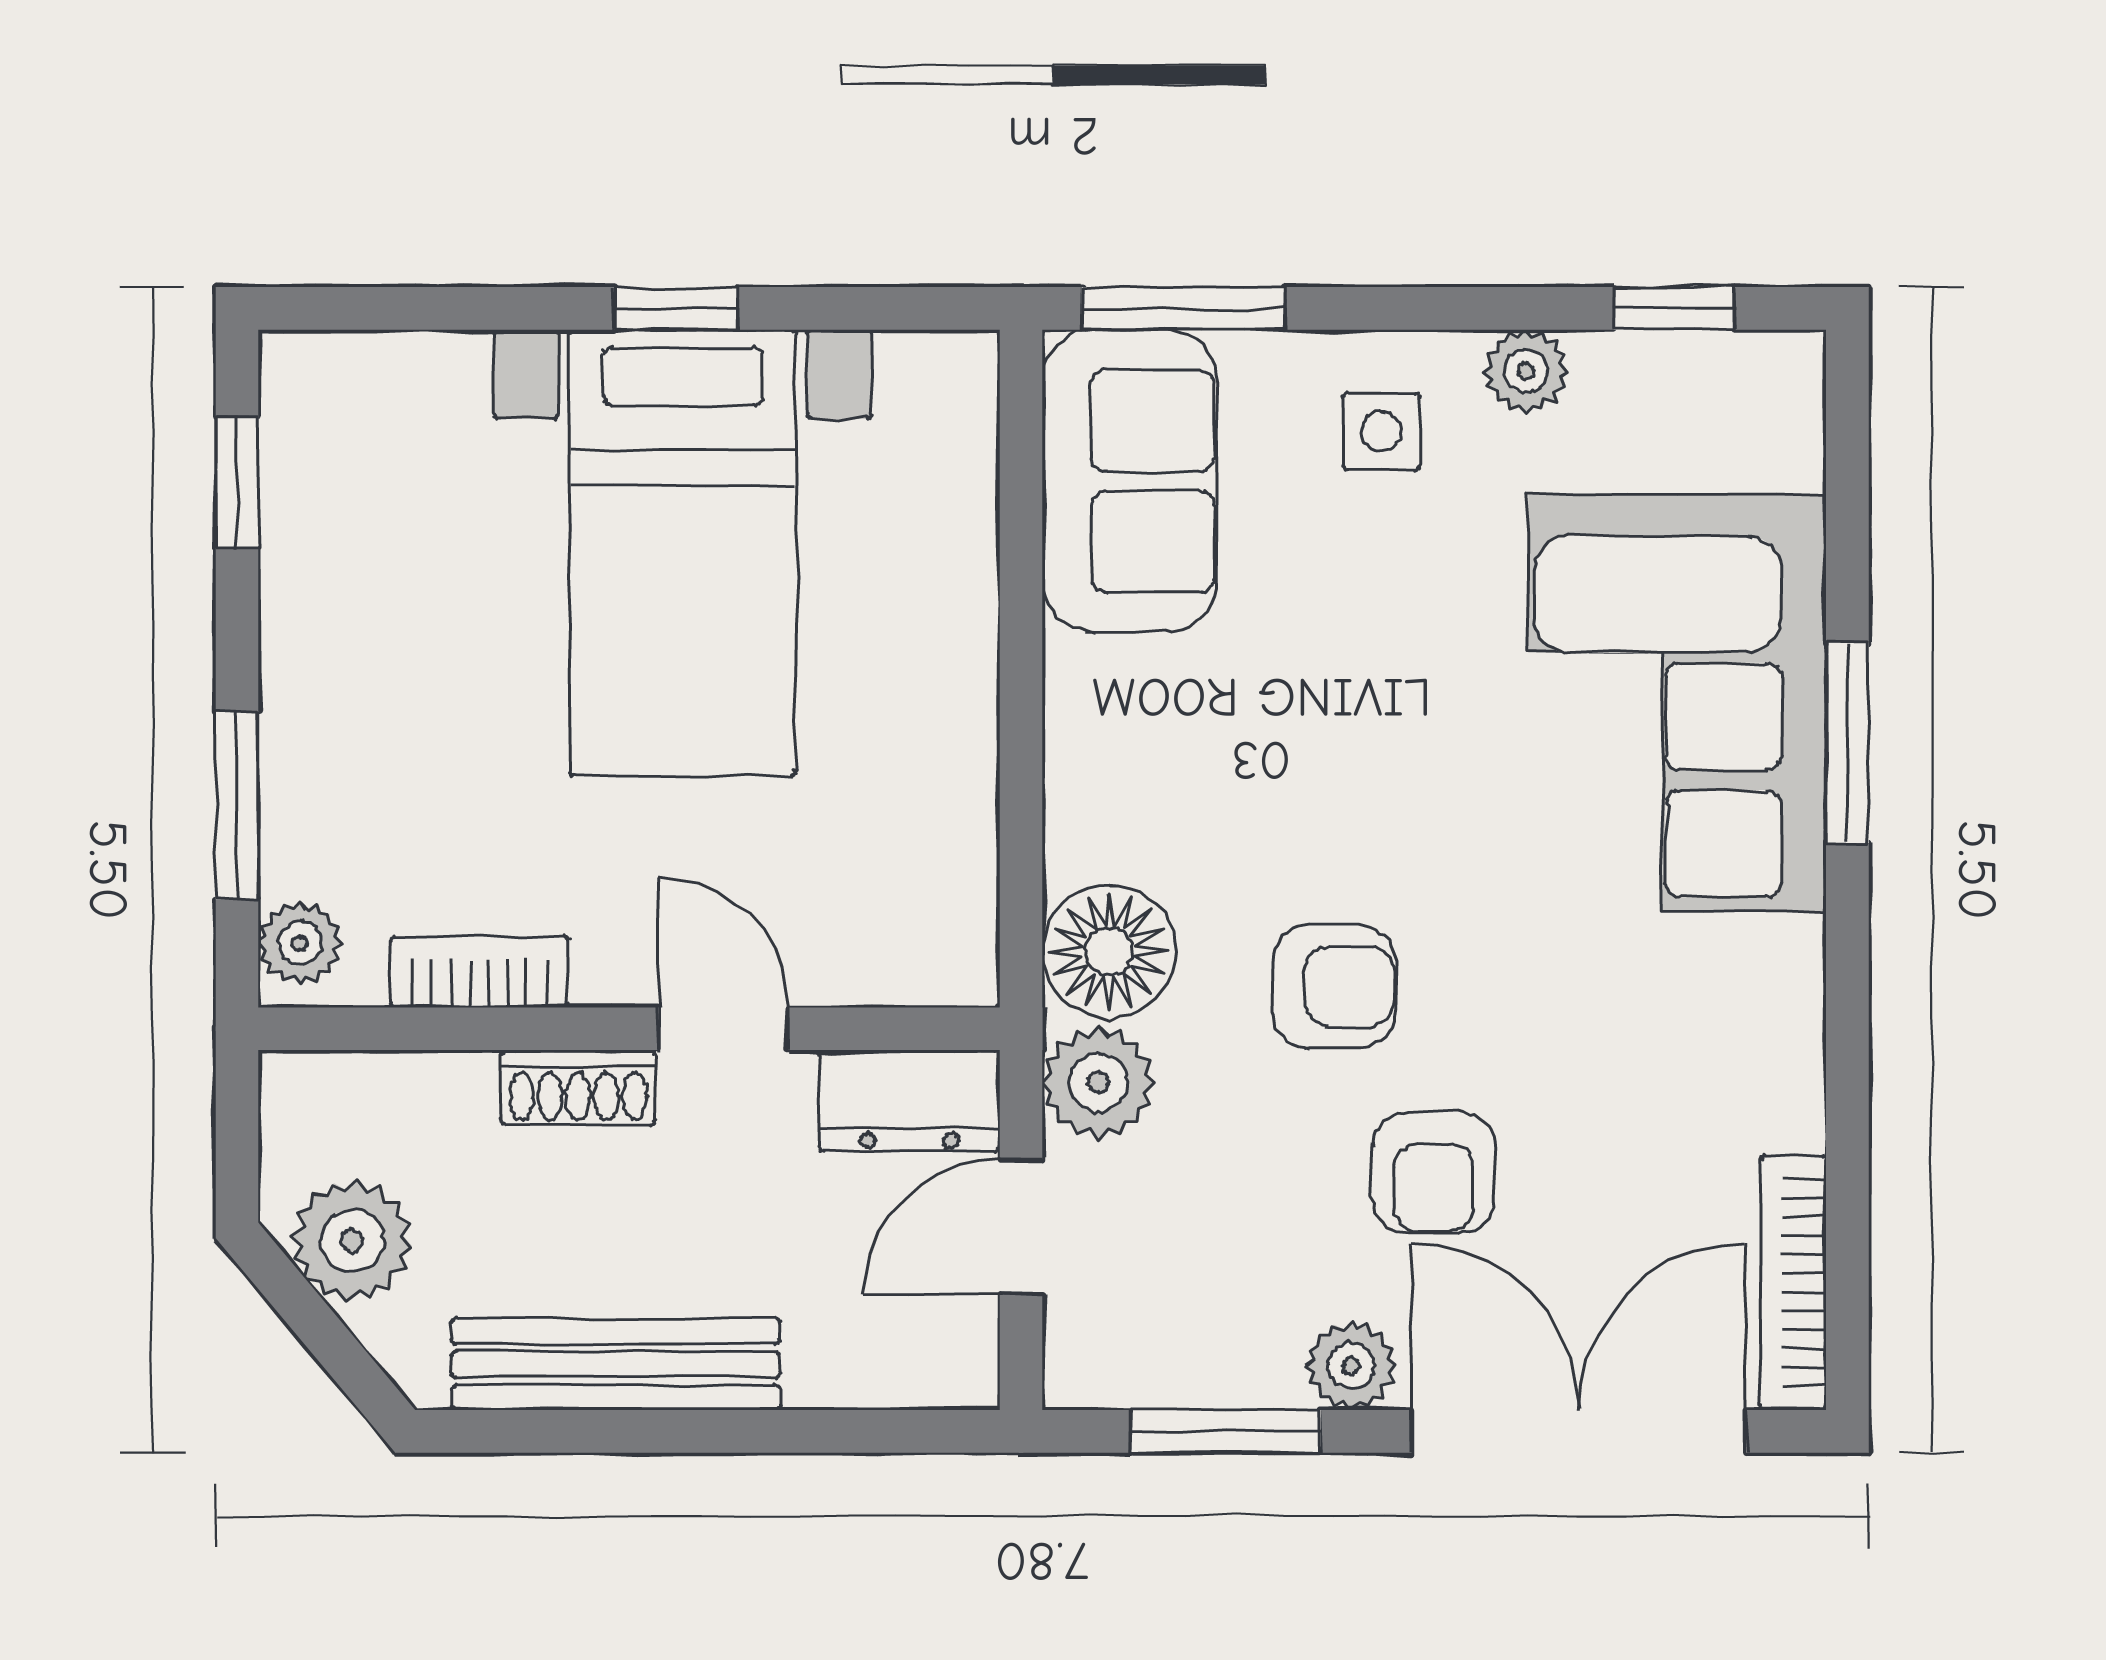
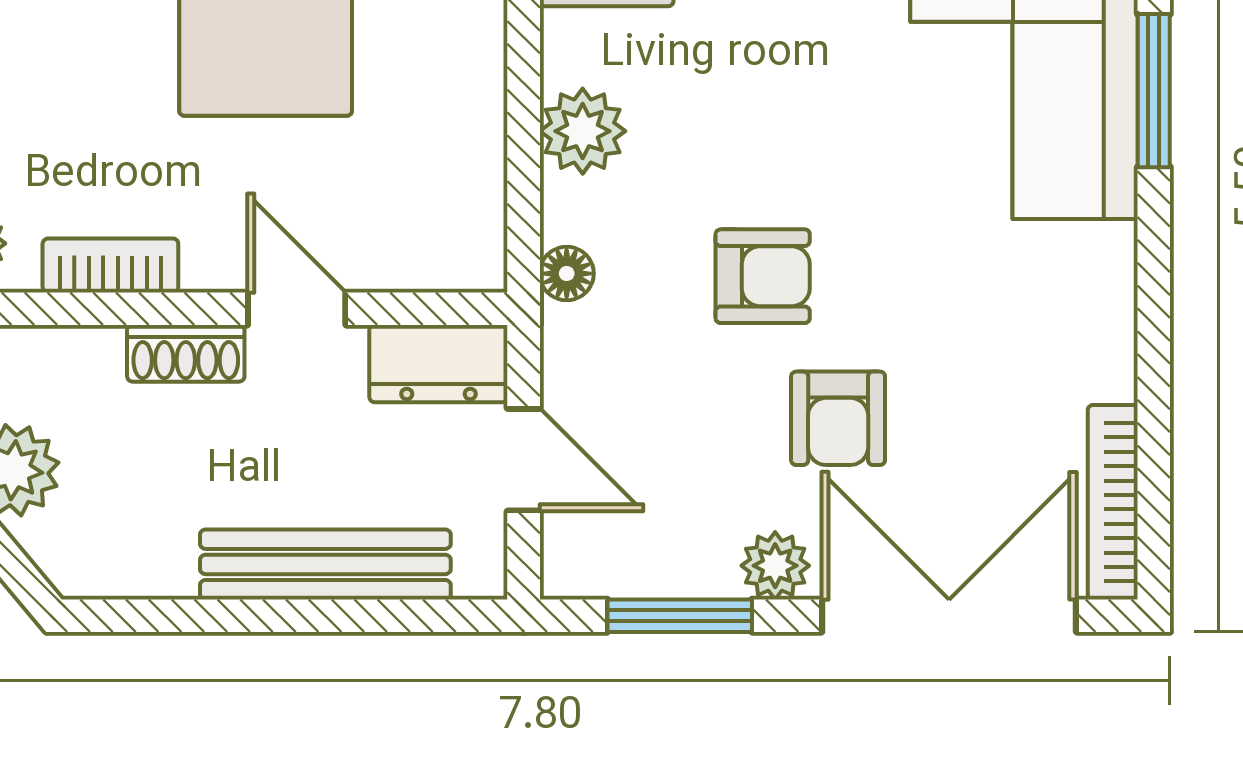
floor lamp: (1109, 951) -> (567, 274), width x0.53, depth x0.53
plant: (1098, 1083) -> (583, 131), moved
door: (1021, 1227) -> (524, 460), swing flipped
bench: (616, 1364) -> (325, 564), moved

